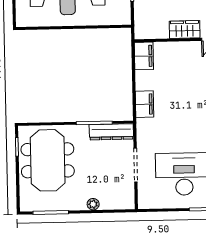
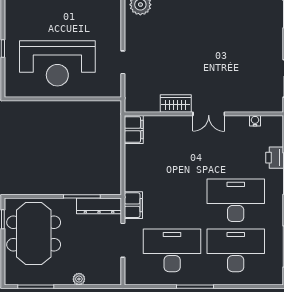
filing cabinet: (145, 104) -> (133, 205), moved

